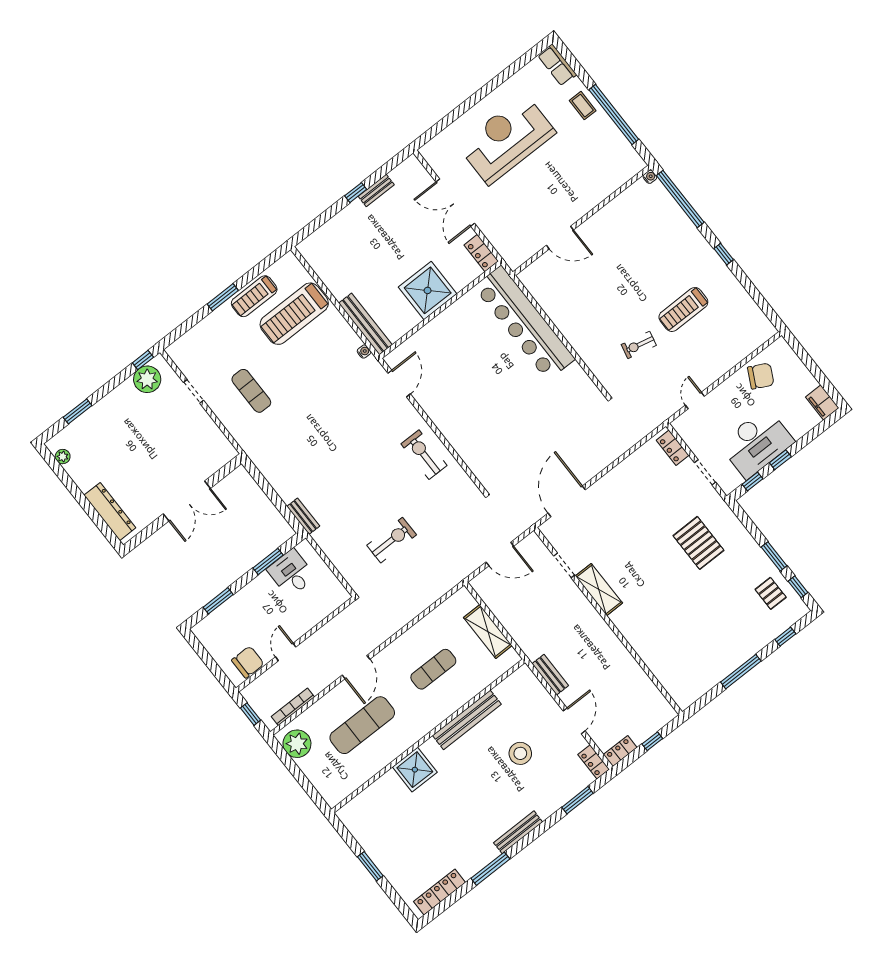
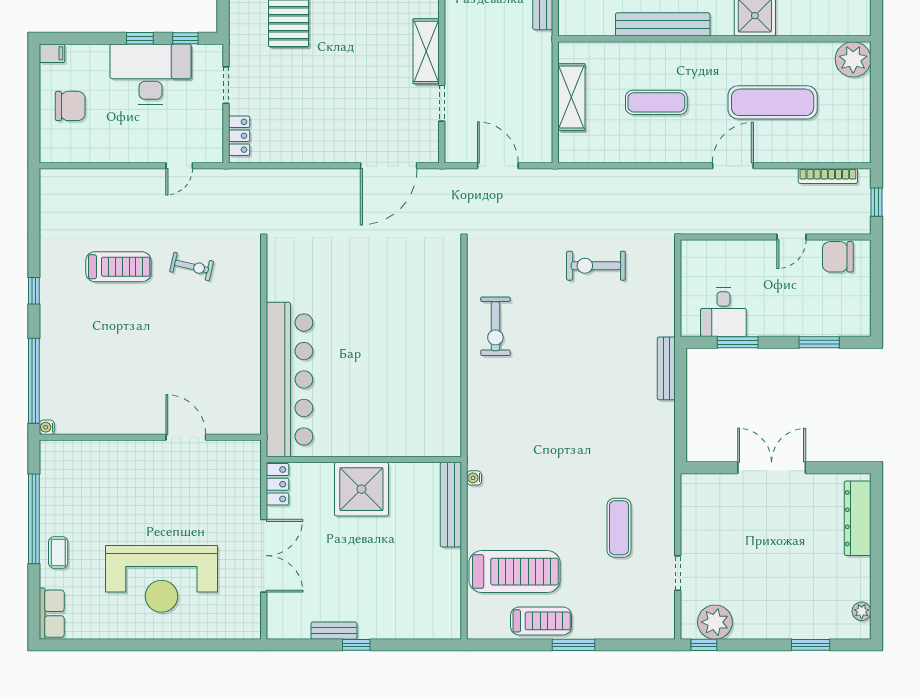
chair: (761, 376) -> (70, 106), moved, turned 153
door: (399, 384) -> (464, 418), removed
filing cabinet: (822, 402) -> (52, 53), width x0.50
bench: (303, 516) -> (666, 368), width x1.36
plant: (297, 744) -> (853, 59), moved

